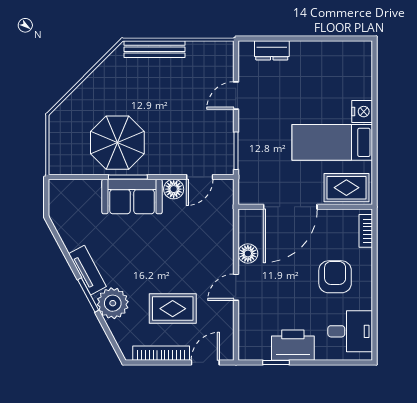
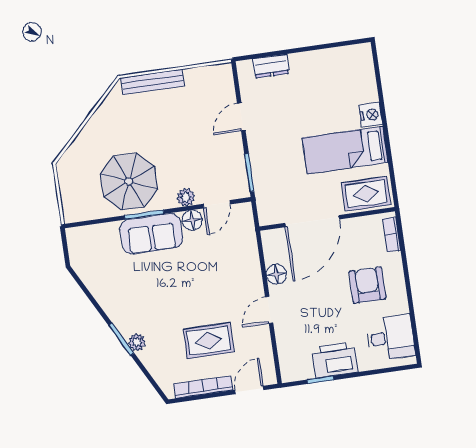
plant: (171, 166) -> (186, 197), added
tv unit: (87, 270) -> (117, 314), removed
plant: (113, 303) -> (137, 342), width x0.53, depth x0.53

